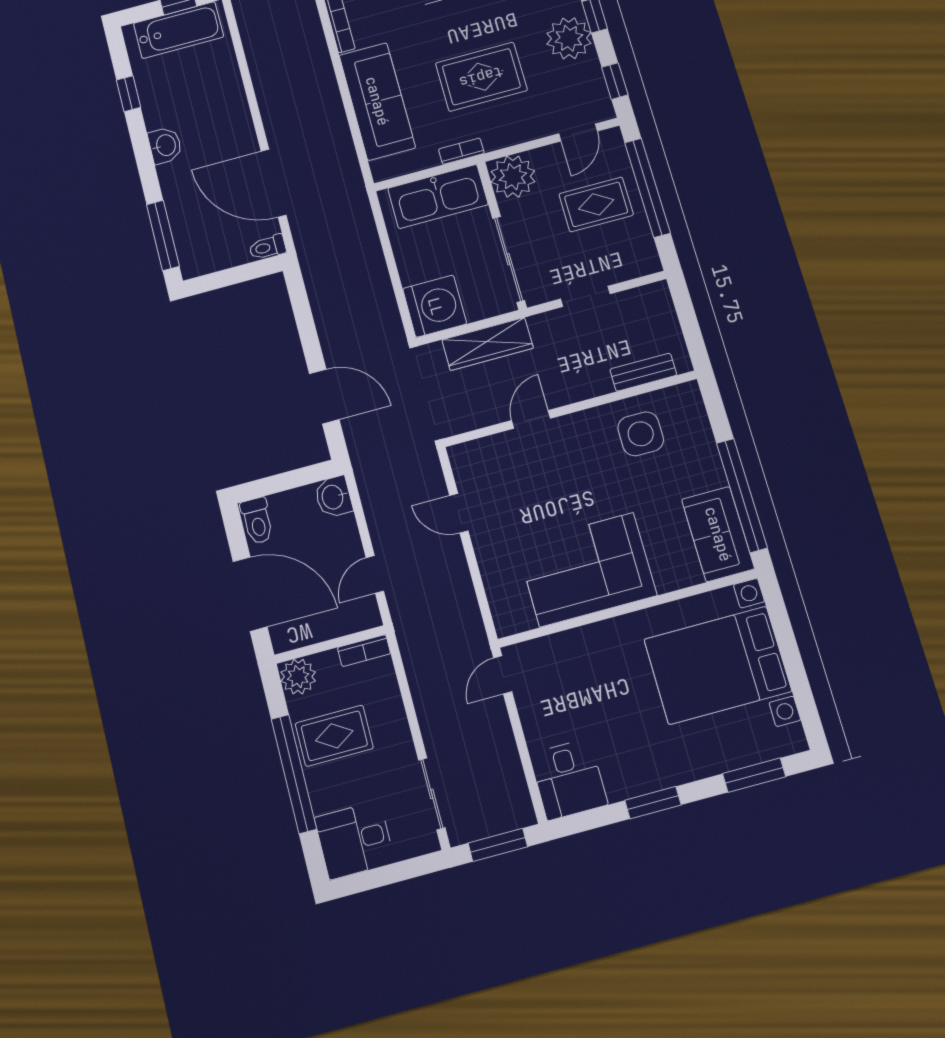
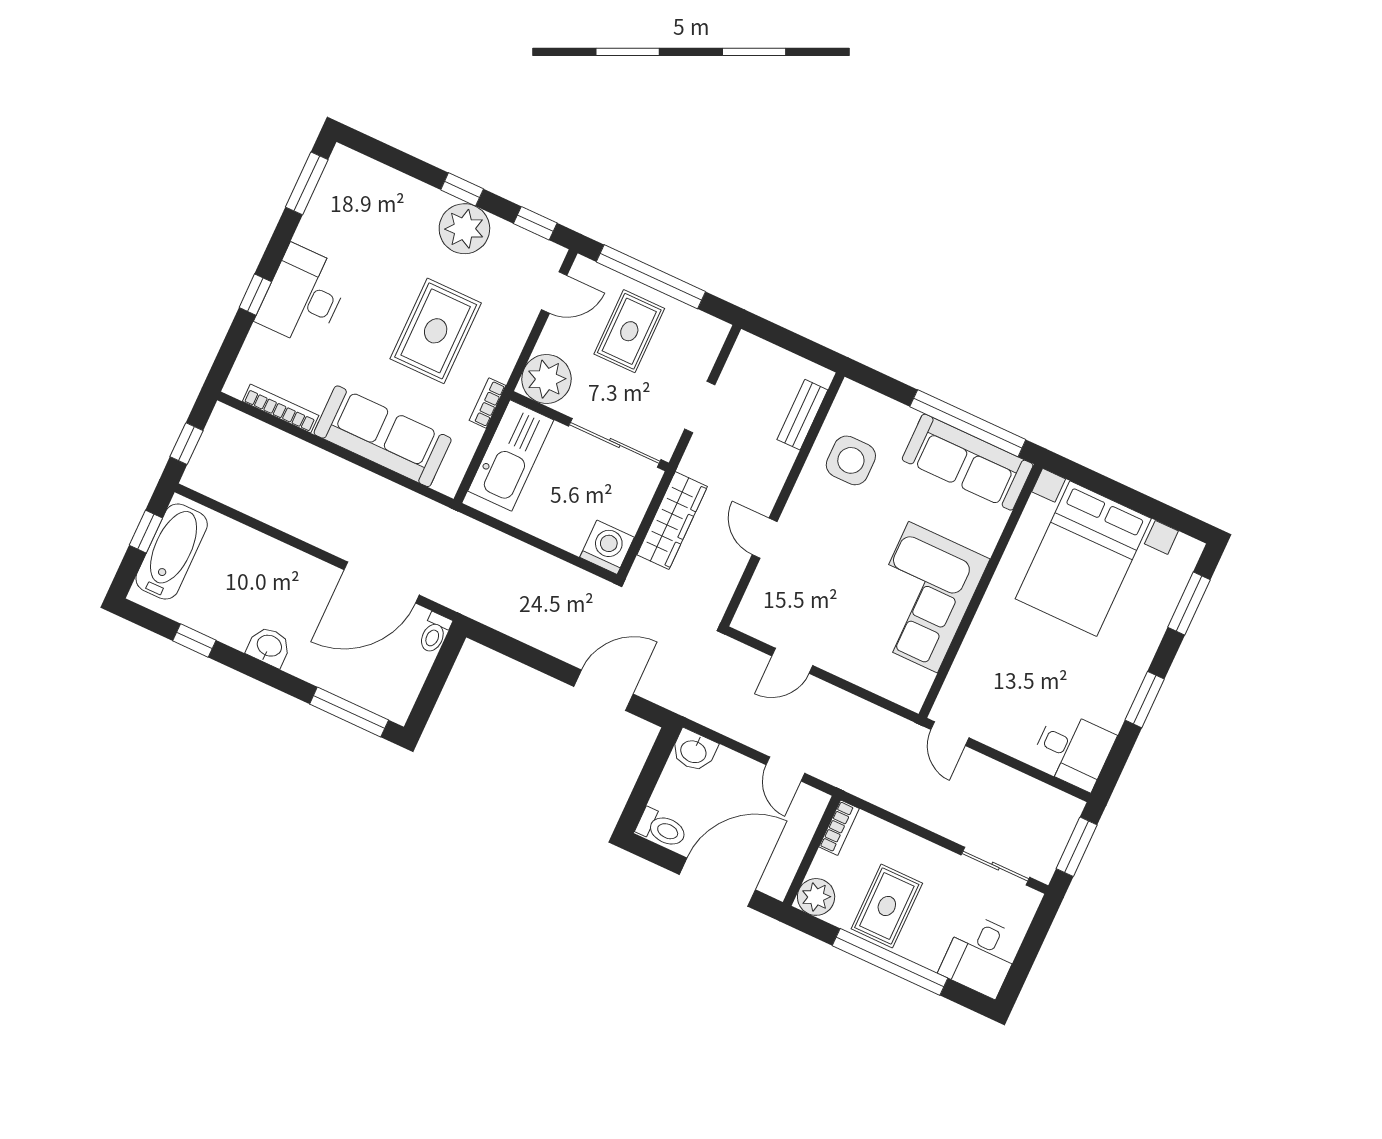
door: (578, 132) -> (554, 293), hinge flipped
washing machine: (435, 306) -> (607, 547), width x0.73, depth x0.73
sofa: (718, 534) -> (968, 462), width x1.36

